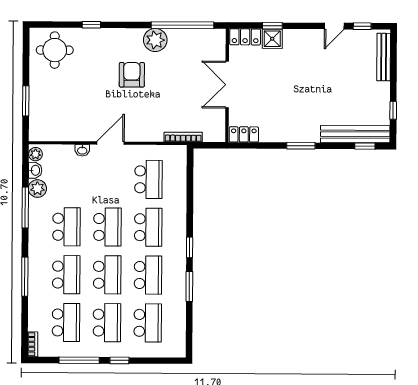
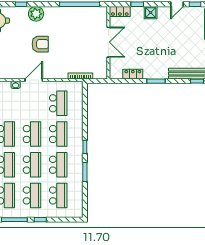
shower: (272, 39) -> (151, 13), moved
plant: (155, 40) -> (36, 14), moved
armchair: (132, 75) -> (40, 44), moved, turned 90
double door: (227, 85) -> (108, 42), swing flipped
locker: (244, 134) -> (133, 74), moved

